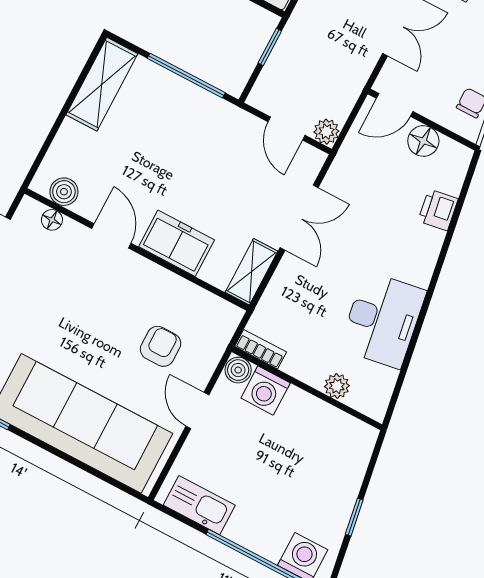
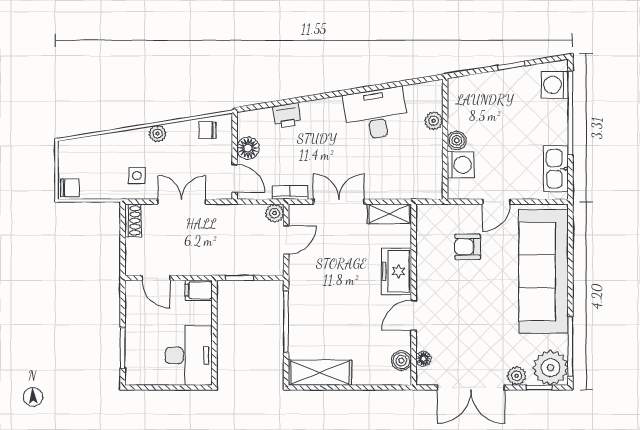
bookcase: (261, 349) -> (290, 192), moved, turned 90
boiler: (238, 370) -> (457, 140), moved

